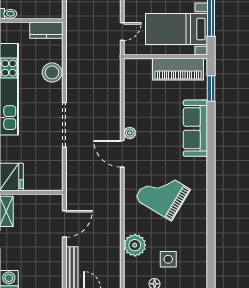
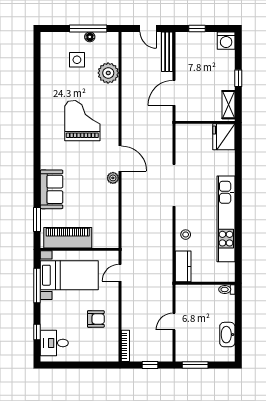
kitchen counter: (46, 30) -> (183, 266), moved, turned 90
stool: (52, 72) -> (186, 235), width x0.53, depth x0.53
sofa: (195, 128) -> (51, 189), width x0.73
grand piano: (162, 194) -> (82, 121), turned -121

